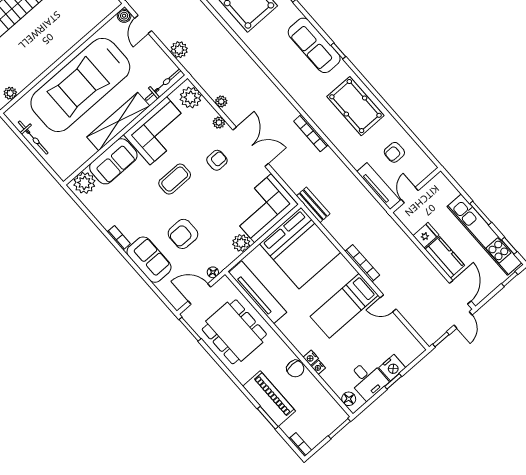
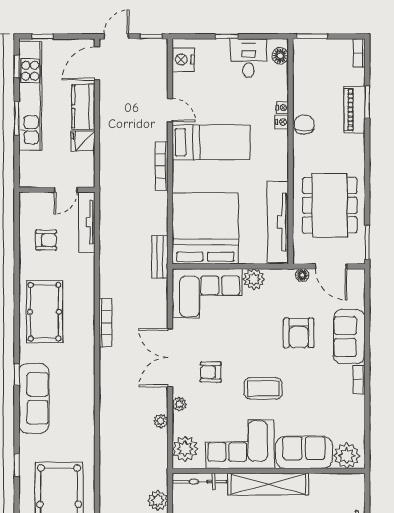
armchair: (183, 234) -> (299, 333), turned 90
nightstand: (392, 368) -> (183, 60), moved, turned -90
piano: (269, 399) -> (354, 110), width x0.73, depth x0.75

